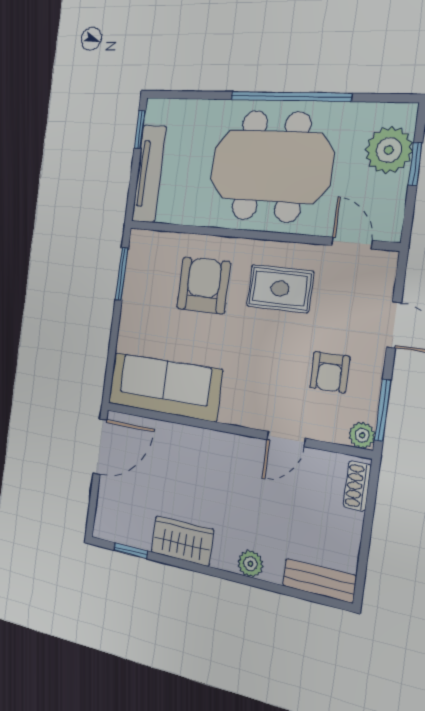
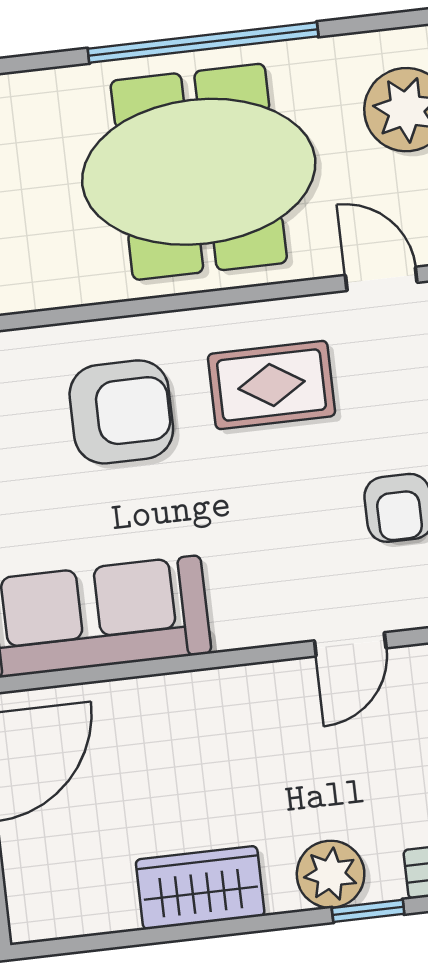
armchair: (204, 285) -> (121, 412), turned 90
window: (131, 551) -> (368, 911), moved
plant: (250, 564) -> (331, 874), width x1.38, depth x1.38

